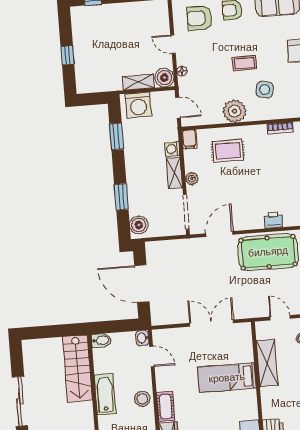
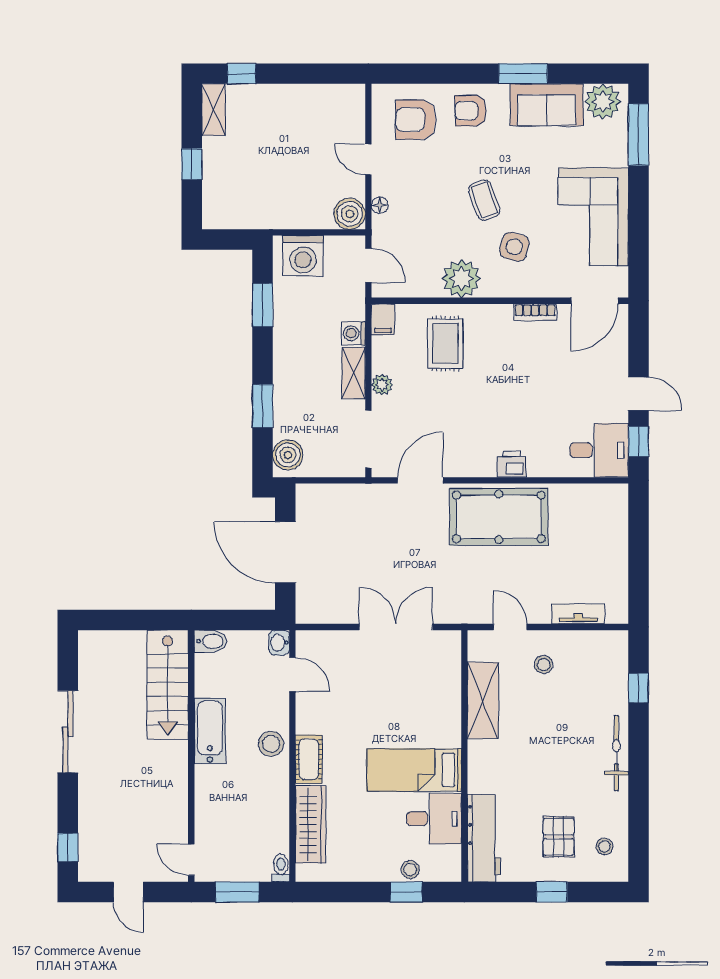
coffee table: (244, 63) -> (484, 200), turned 70
shelving: (139, 82) -> (214, 110), moved, turned 90
rug: (228, 151) -> (445, 343), turned 90
bed: (227, 378) -> (414, 770), moved

